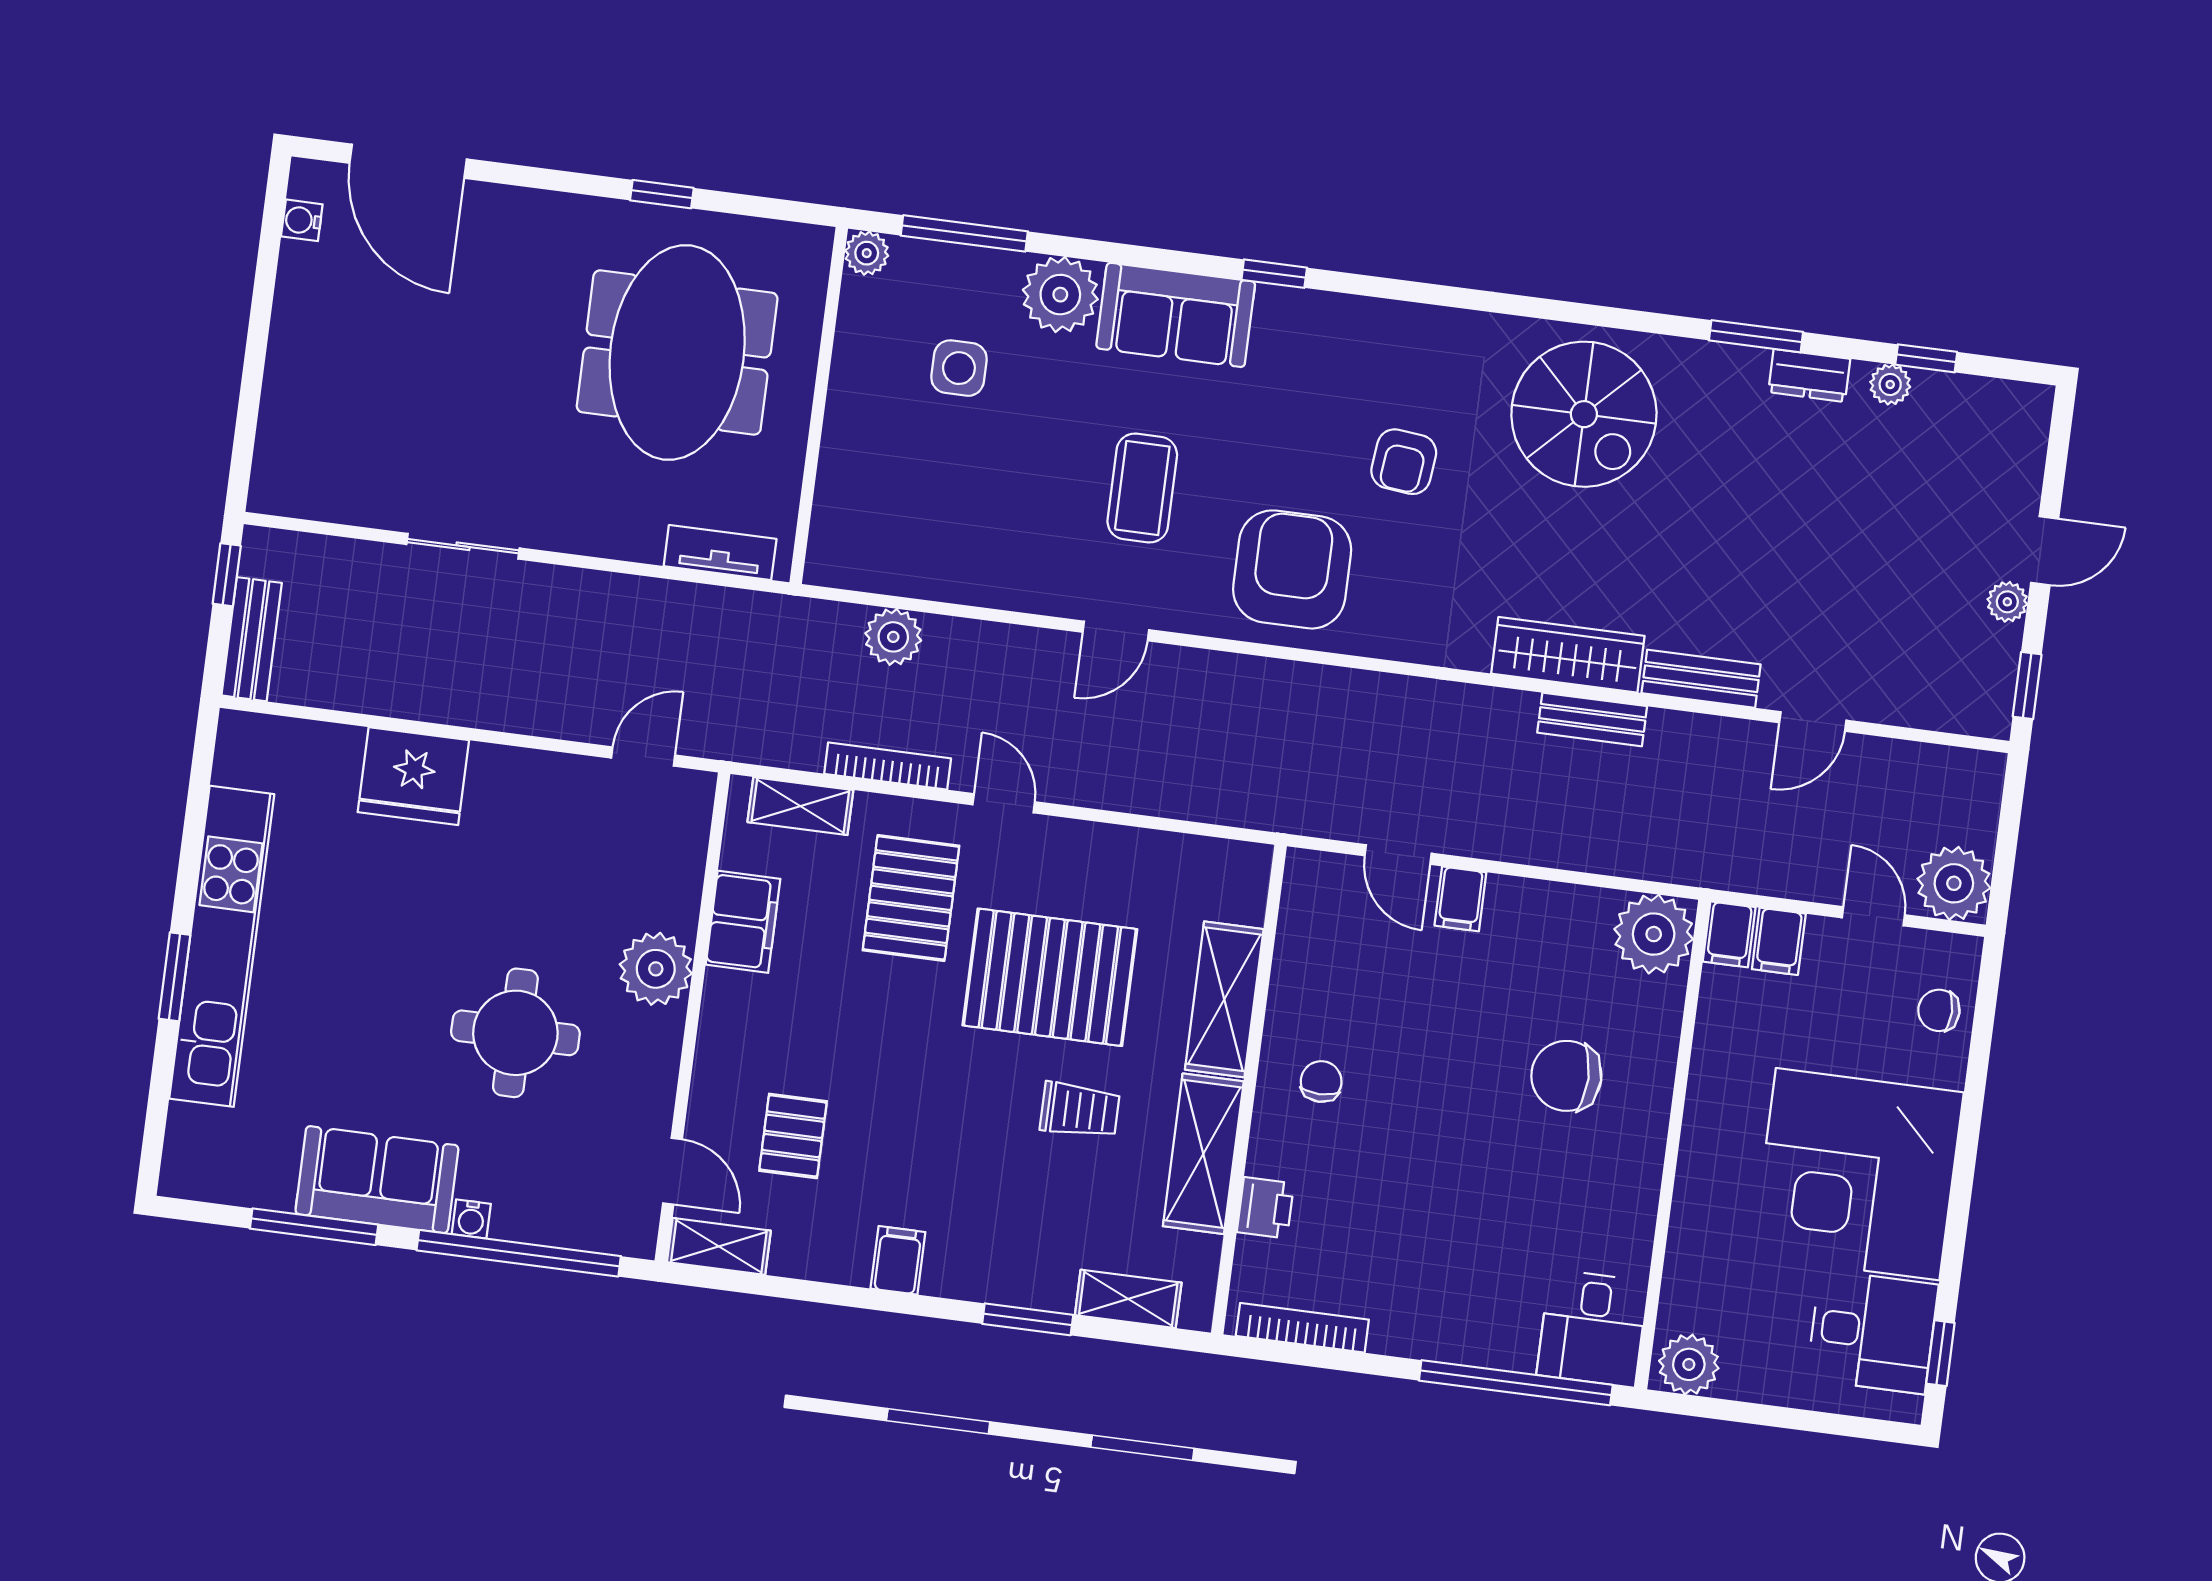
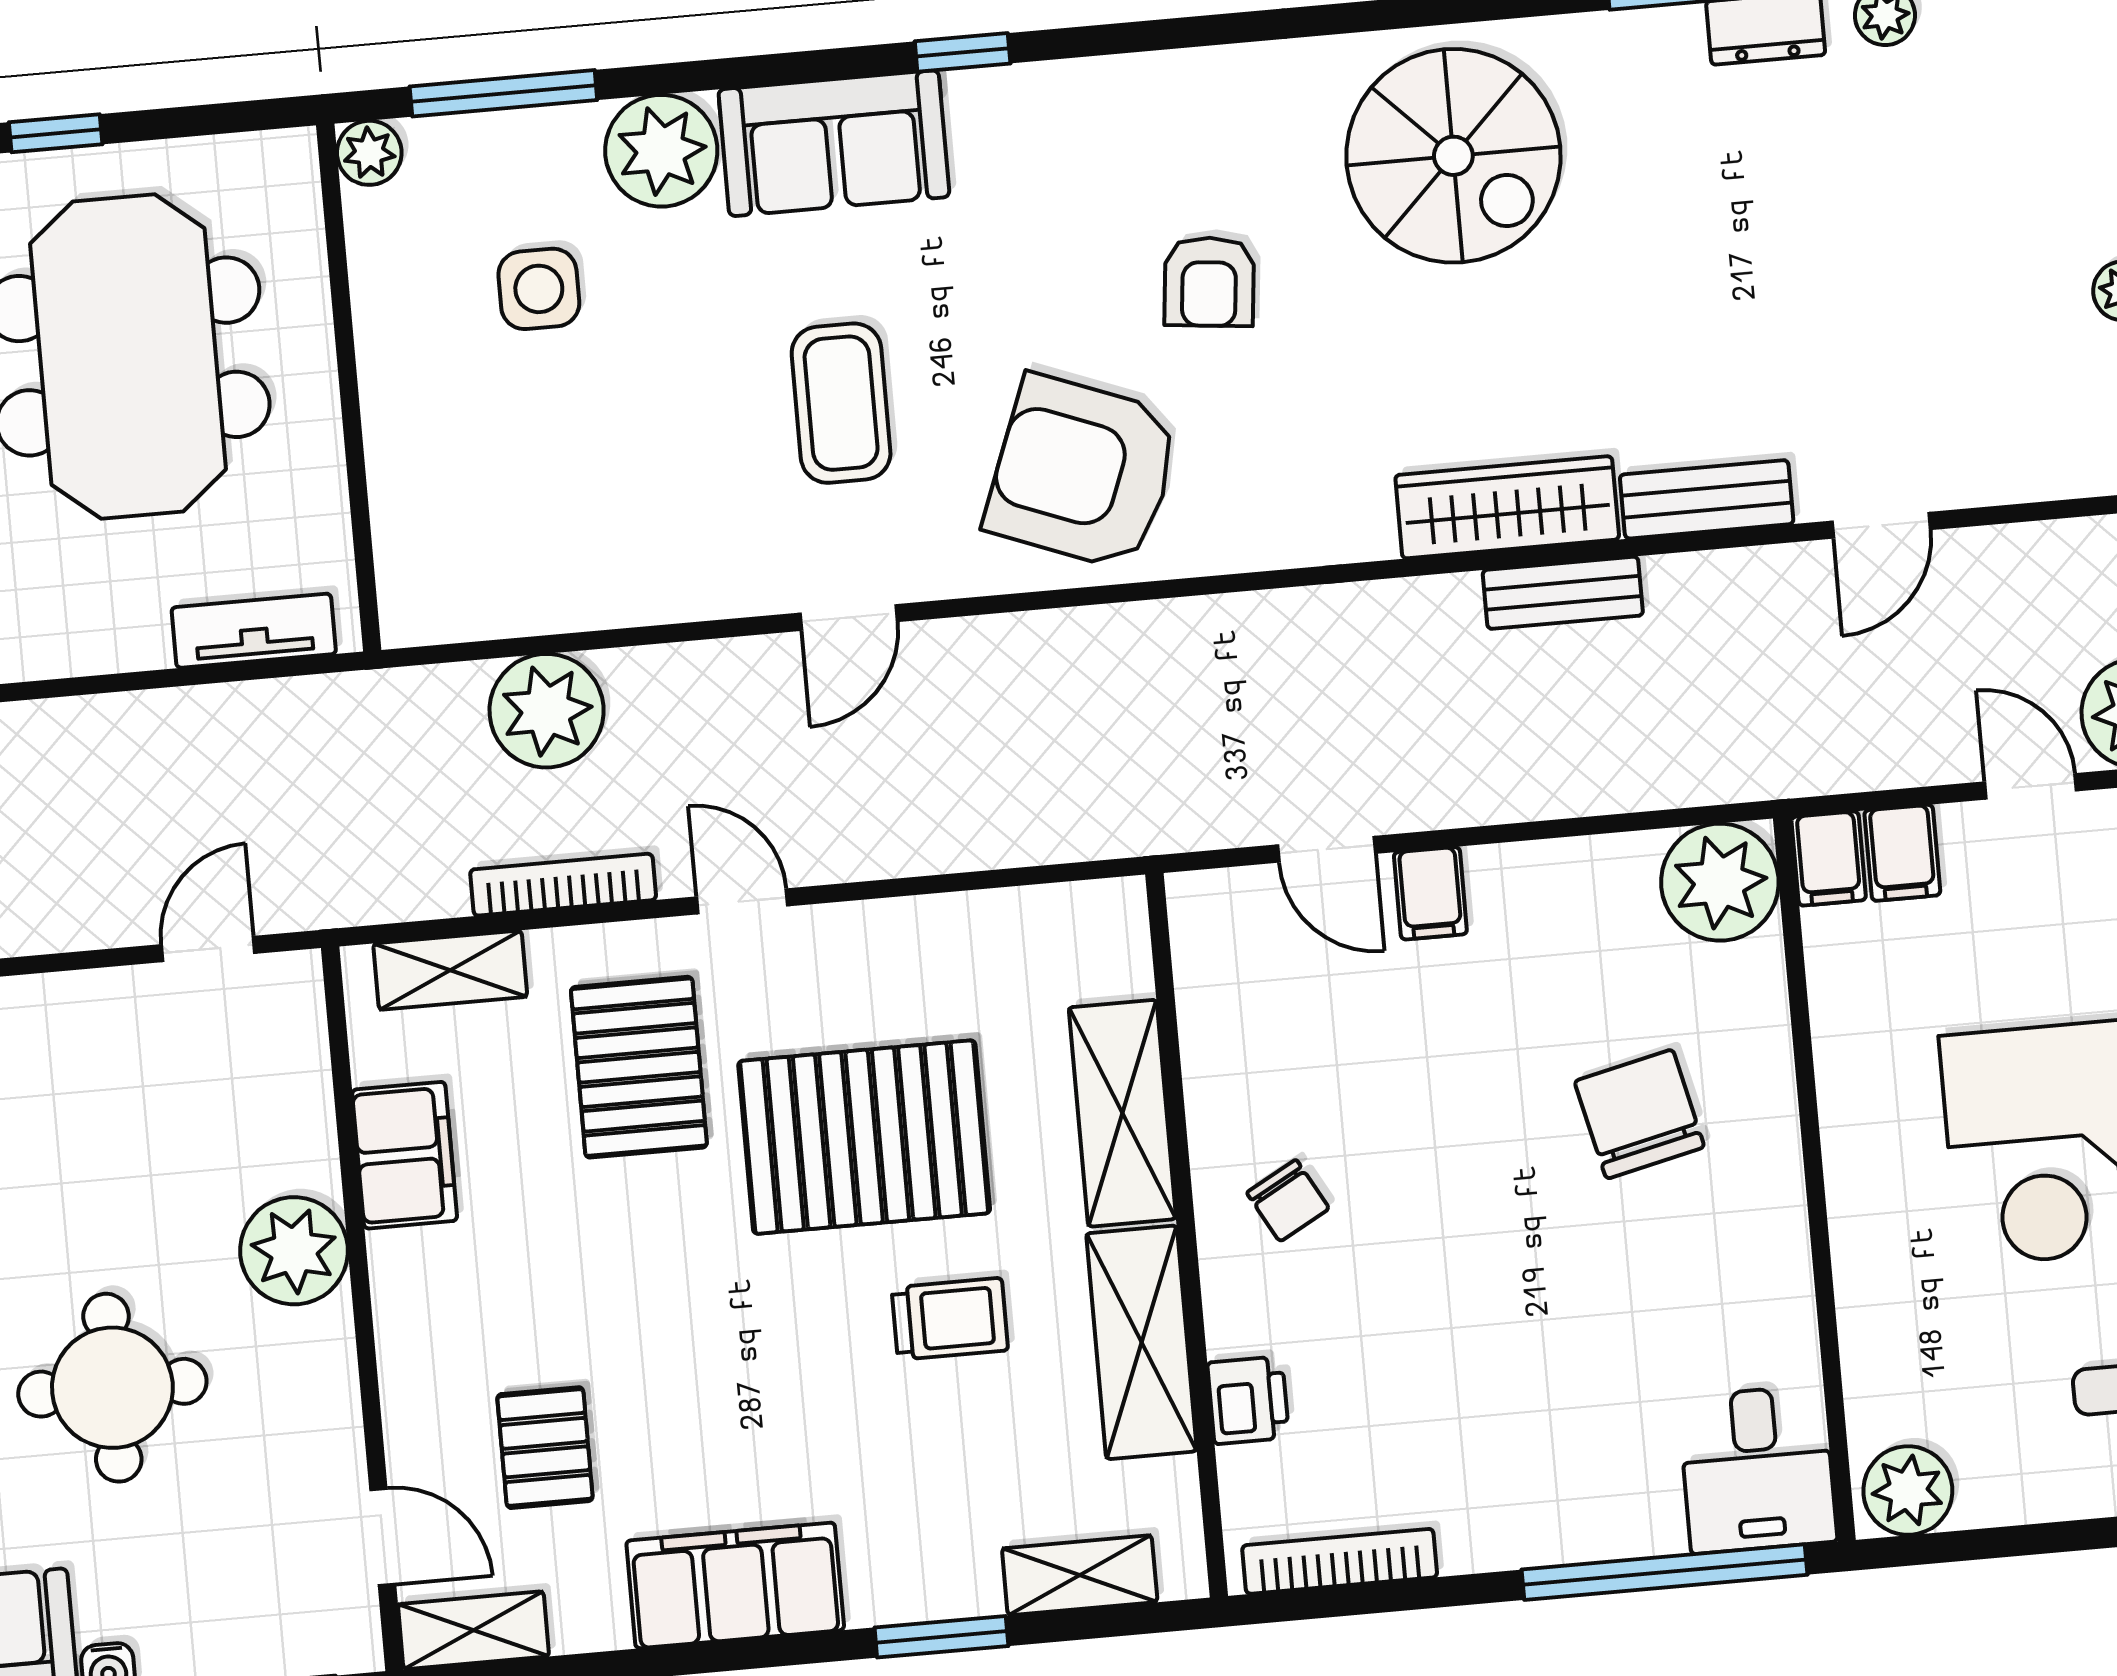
armchair: (1292, 569) -> (1083, 473), turned -69
plant: (893, 637) -> (547, 711), width x1.36, depth x1.36
chair: (1566, 1076) -> (1639, 1114), turned 77
chair: (1321, 1082) -> (1288, 1201), turned 151
filing cabinet: (898, 1260) -> (735, 1585), width x3.00, depth x1.17

